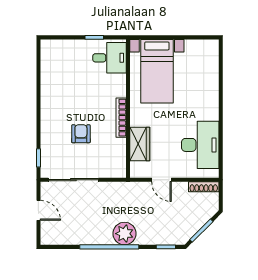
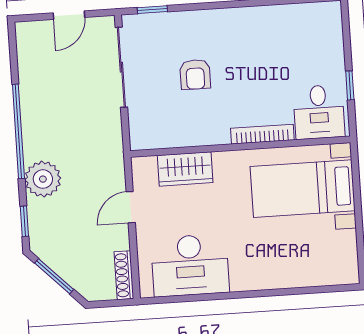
bookcase: (121, 118) -> (262, 134), moved
armchair: (81, 134) -> (195, 74), turned 90
plant: (125, 234) -> (43, 179), moved

